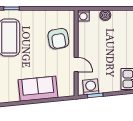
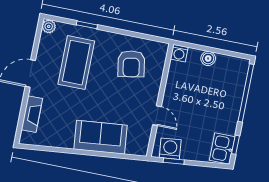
armchair: (58, 39) -> (131, 64), moved

